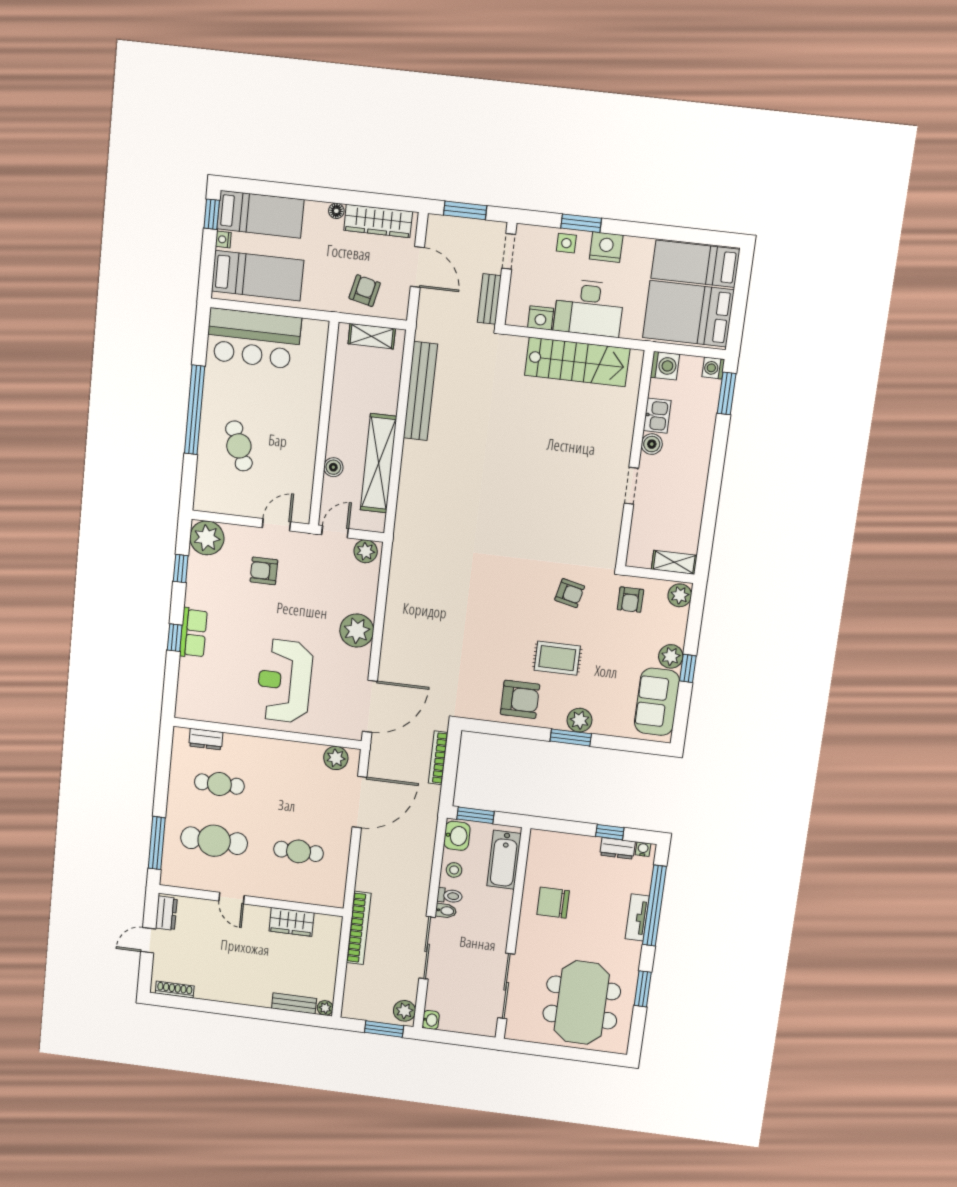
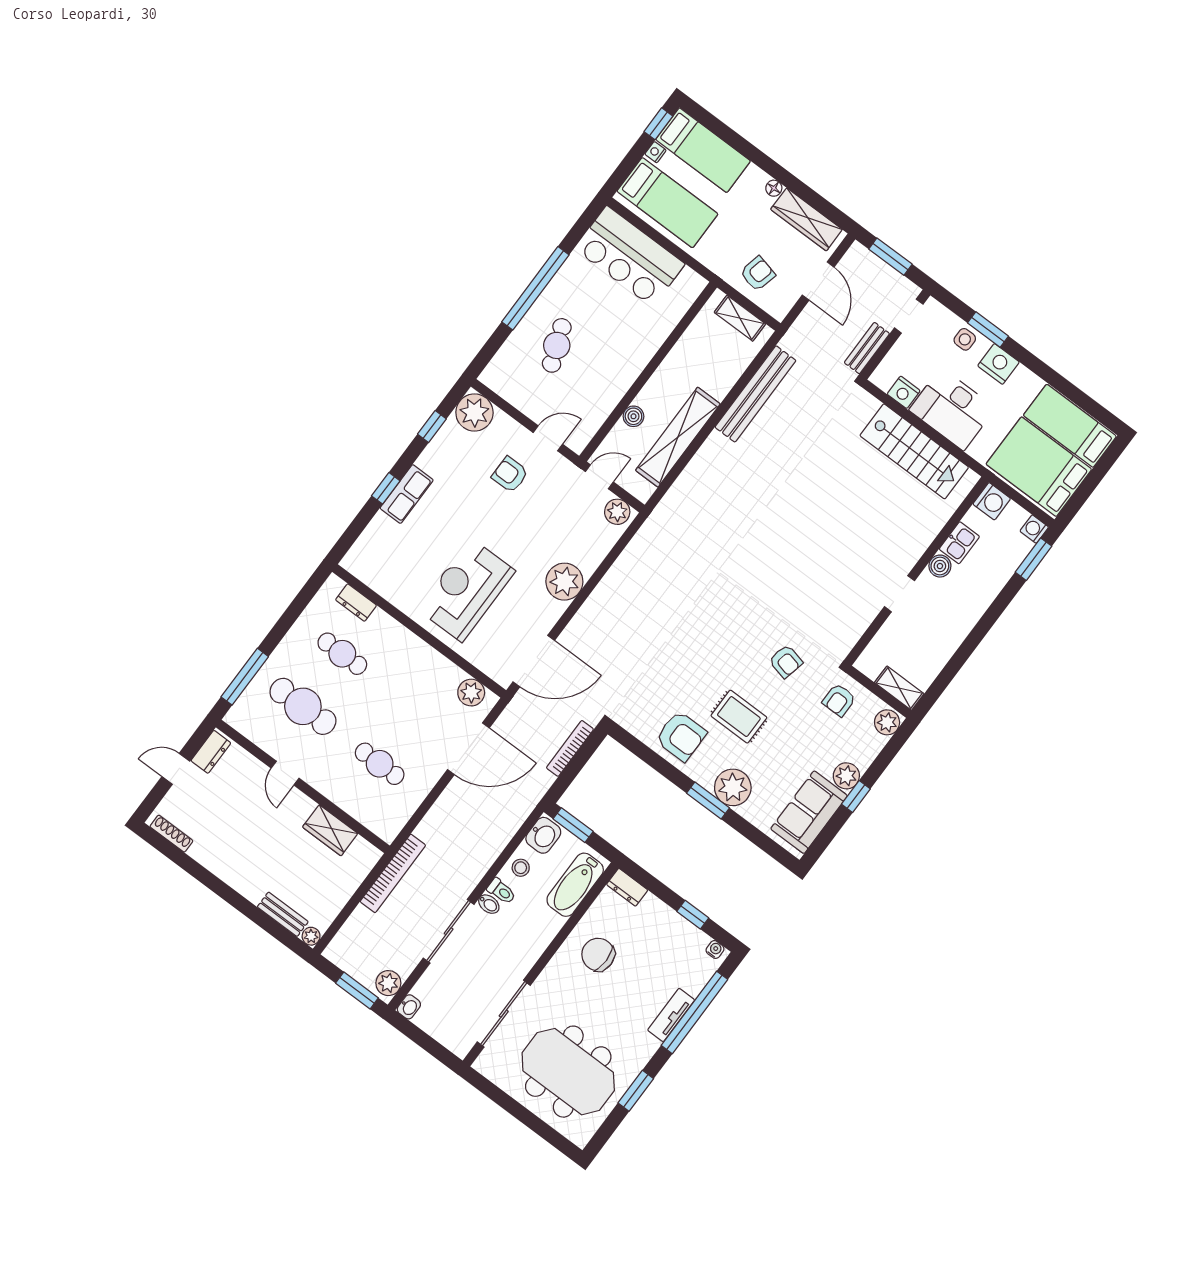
plant: (580, 720) -> (733, 787), width x1.36, depth x1.36
dresser: (617, 848) -> (627, 887), moved
meeting table: (582, 1003) -> (568, 1072), turned 90

